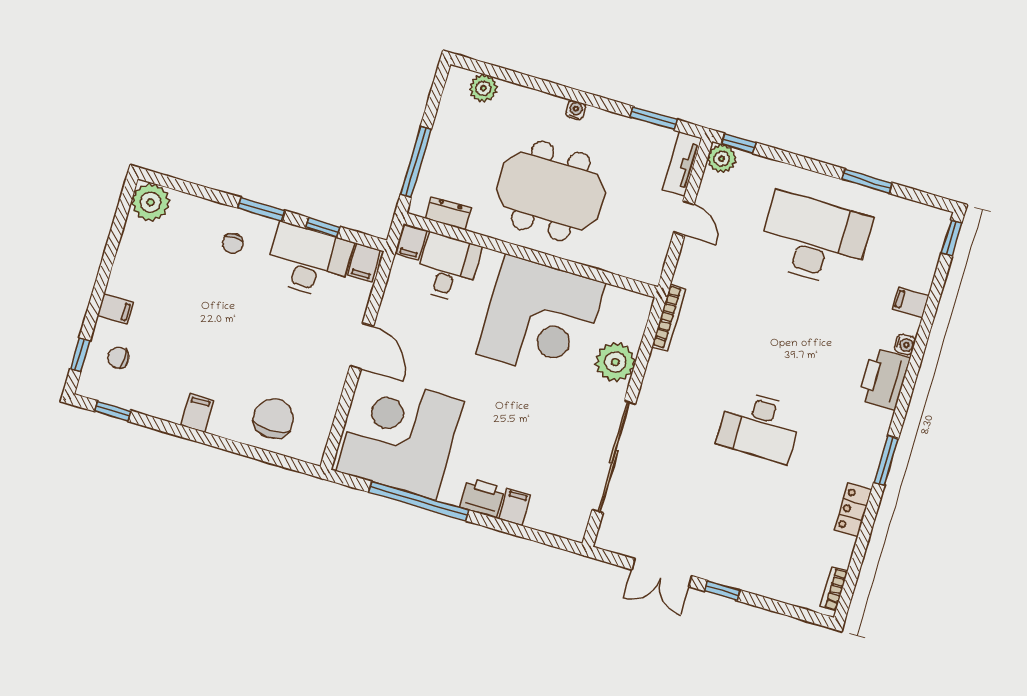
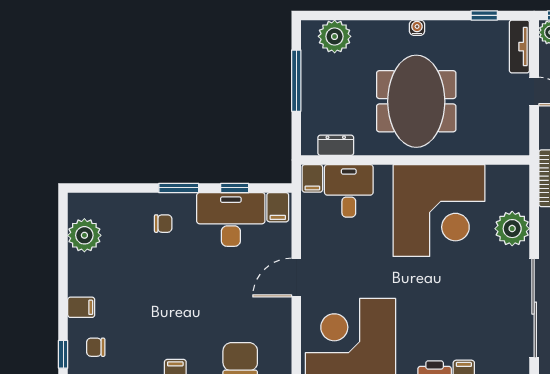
plant: (483, 88) -> (335, 36), width x1.36, depth x1.36
window: (654, 118) -> (484, 15), width x0.67
window: (416, 162) -> (296, 81), moved
meeting table: (551, 191) -> (416, 101), turned 90
plant: (151, 202) -> (84, 235), moved
chair: (233, 243) -> (163, 224), turned -90
door: (362, 346) -> (296, 278), swing flipped

